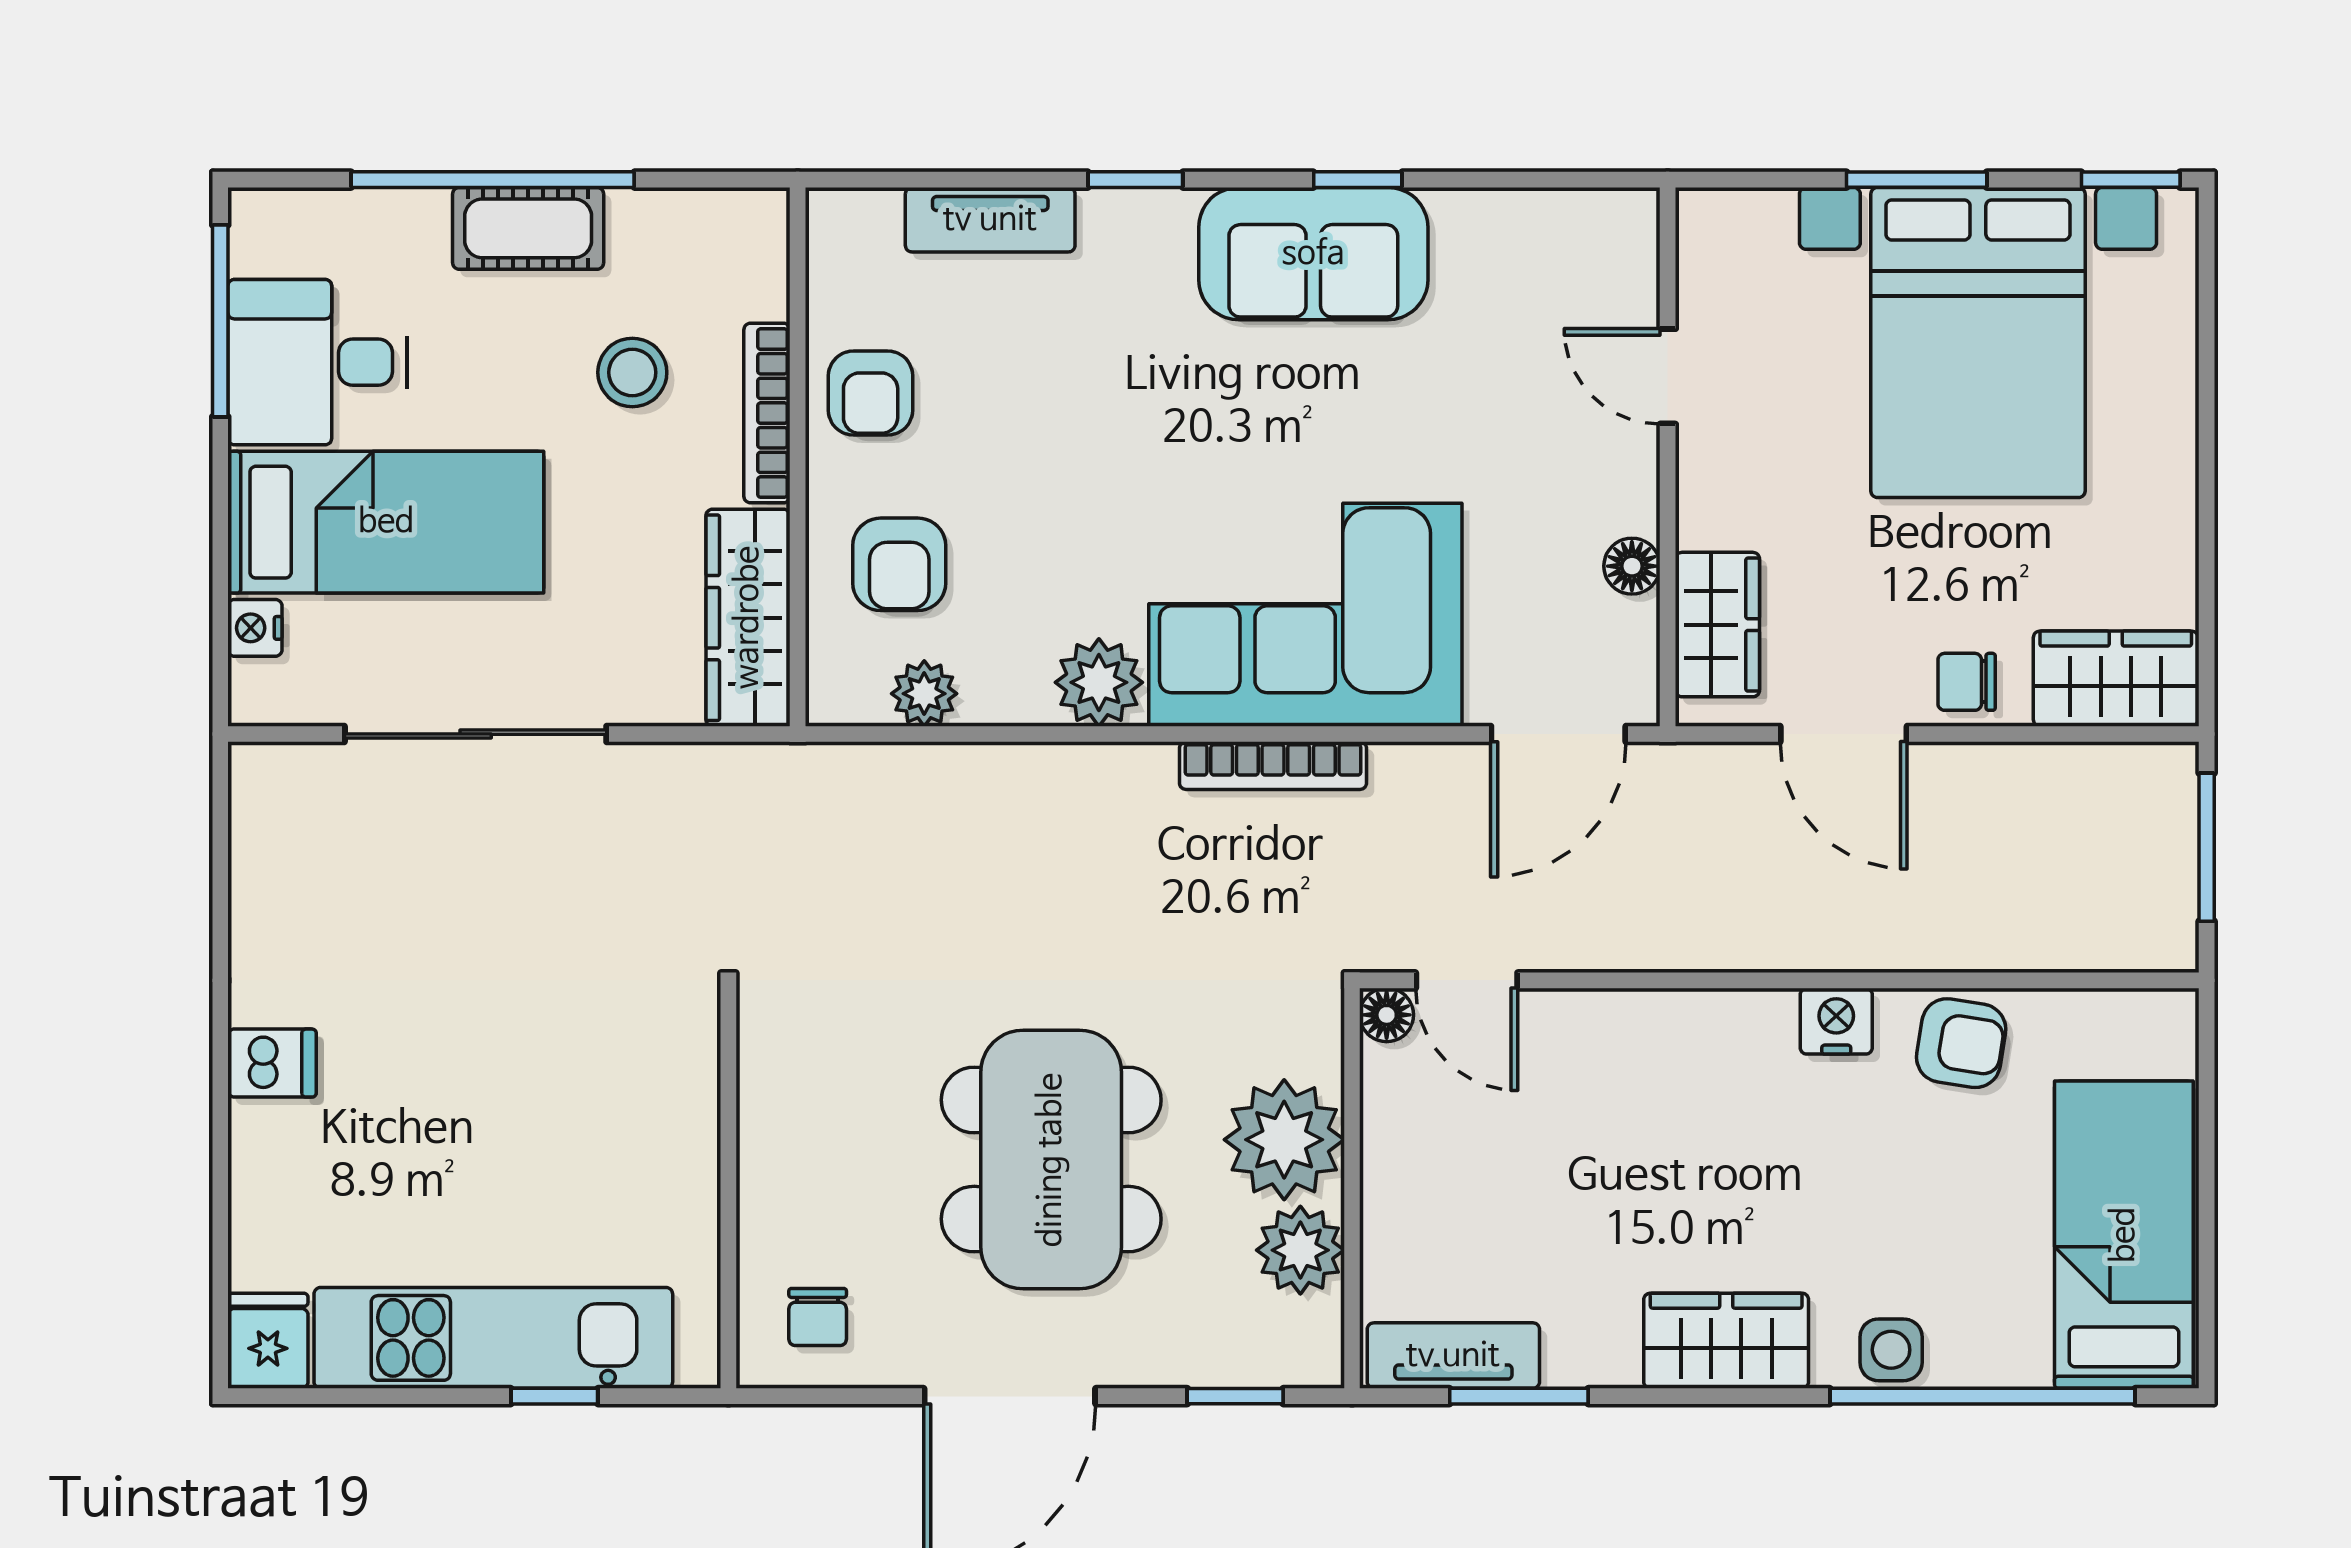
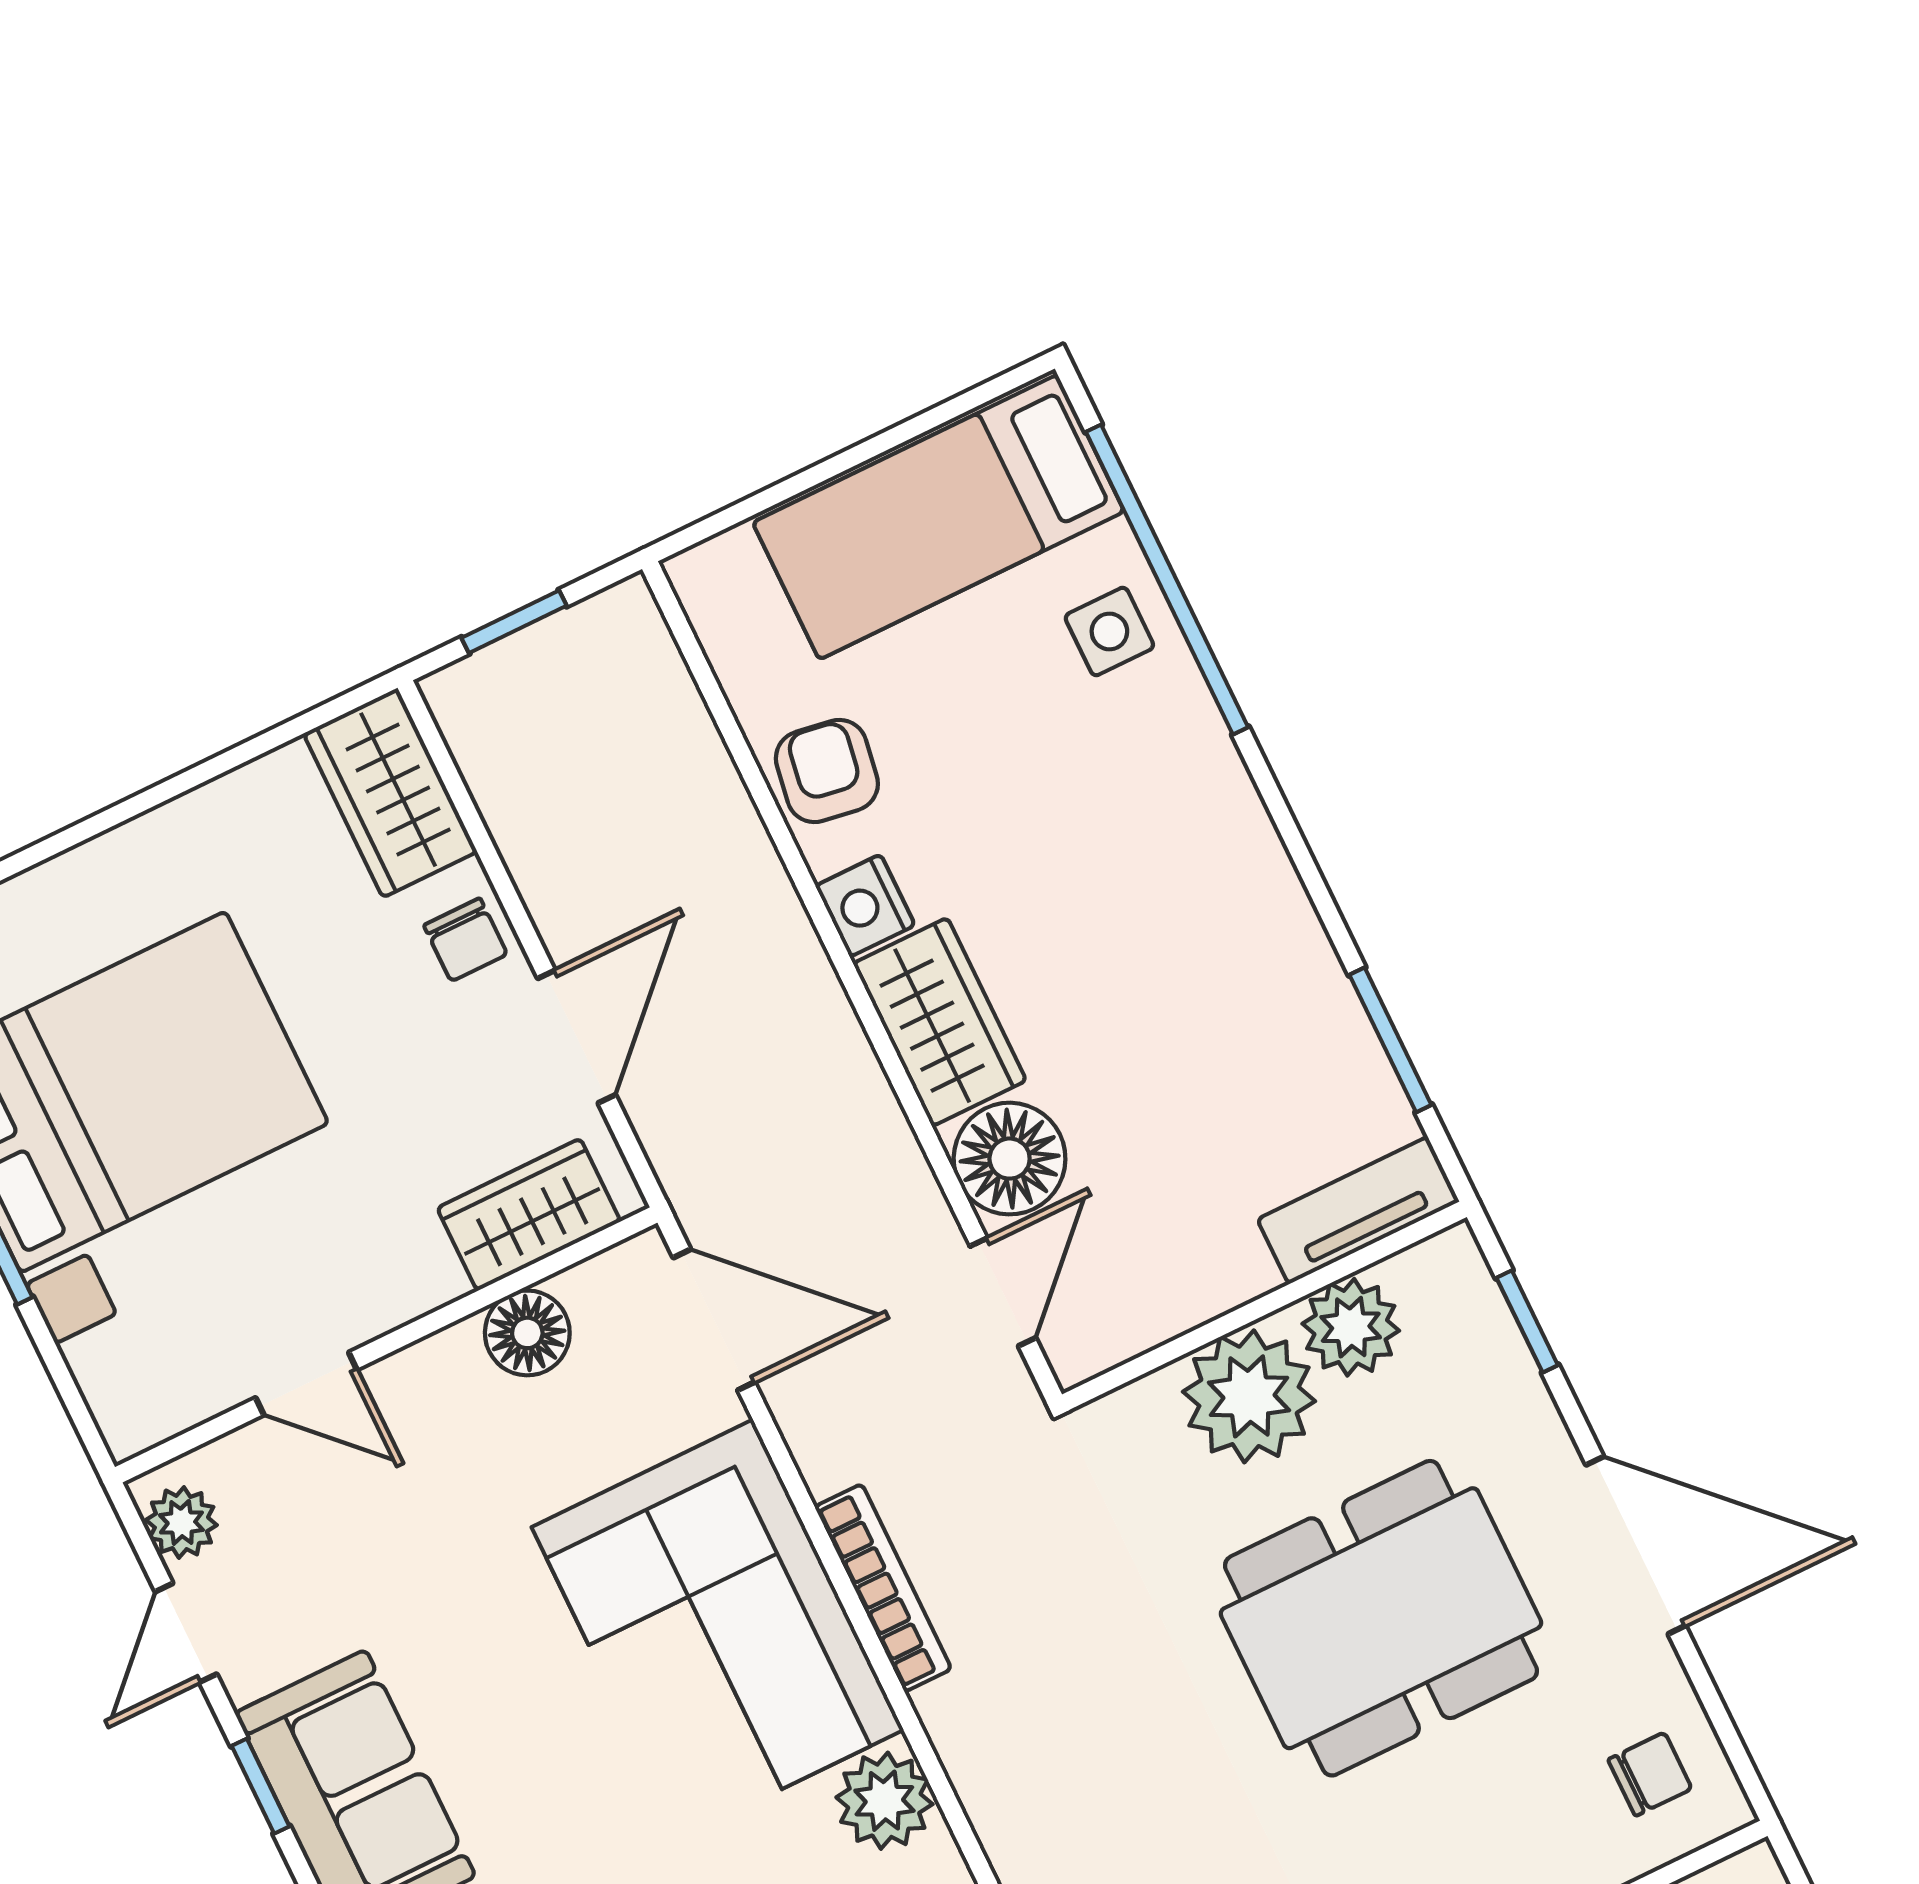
door: (1512, 180) -> (186, 1633), added
plant: (1604, 220) -> (181, 1522), added
door: (1668, 376) -> (306, 1384), hinge flipped
floor lamp: (1632, 566) -> (527, 1333), width x1.37, depth x1.37
window: (2207, 847) -> (514, 622), width x0.67
floor lamp: (1387, 1015) -> (1010, 1159), moved, width x1.89, depth x1.89
wardrobe: (1726, 1341) -> (940, 1022), moved, turned 180
side table: (1891, 1350) -> (1109, 631), moved
tv unit: (1453, 1356) -> (1358, 1210), moved, turned 90

